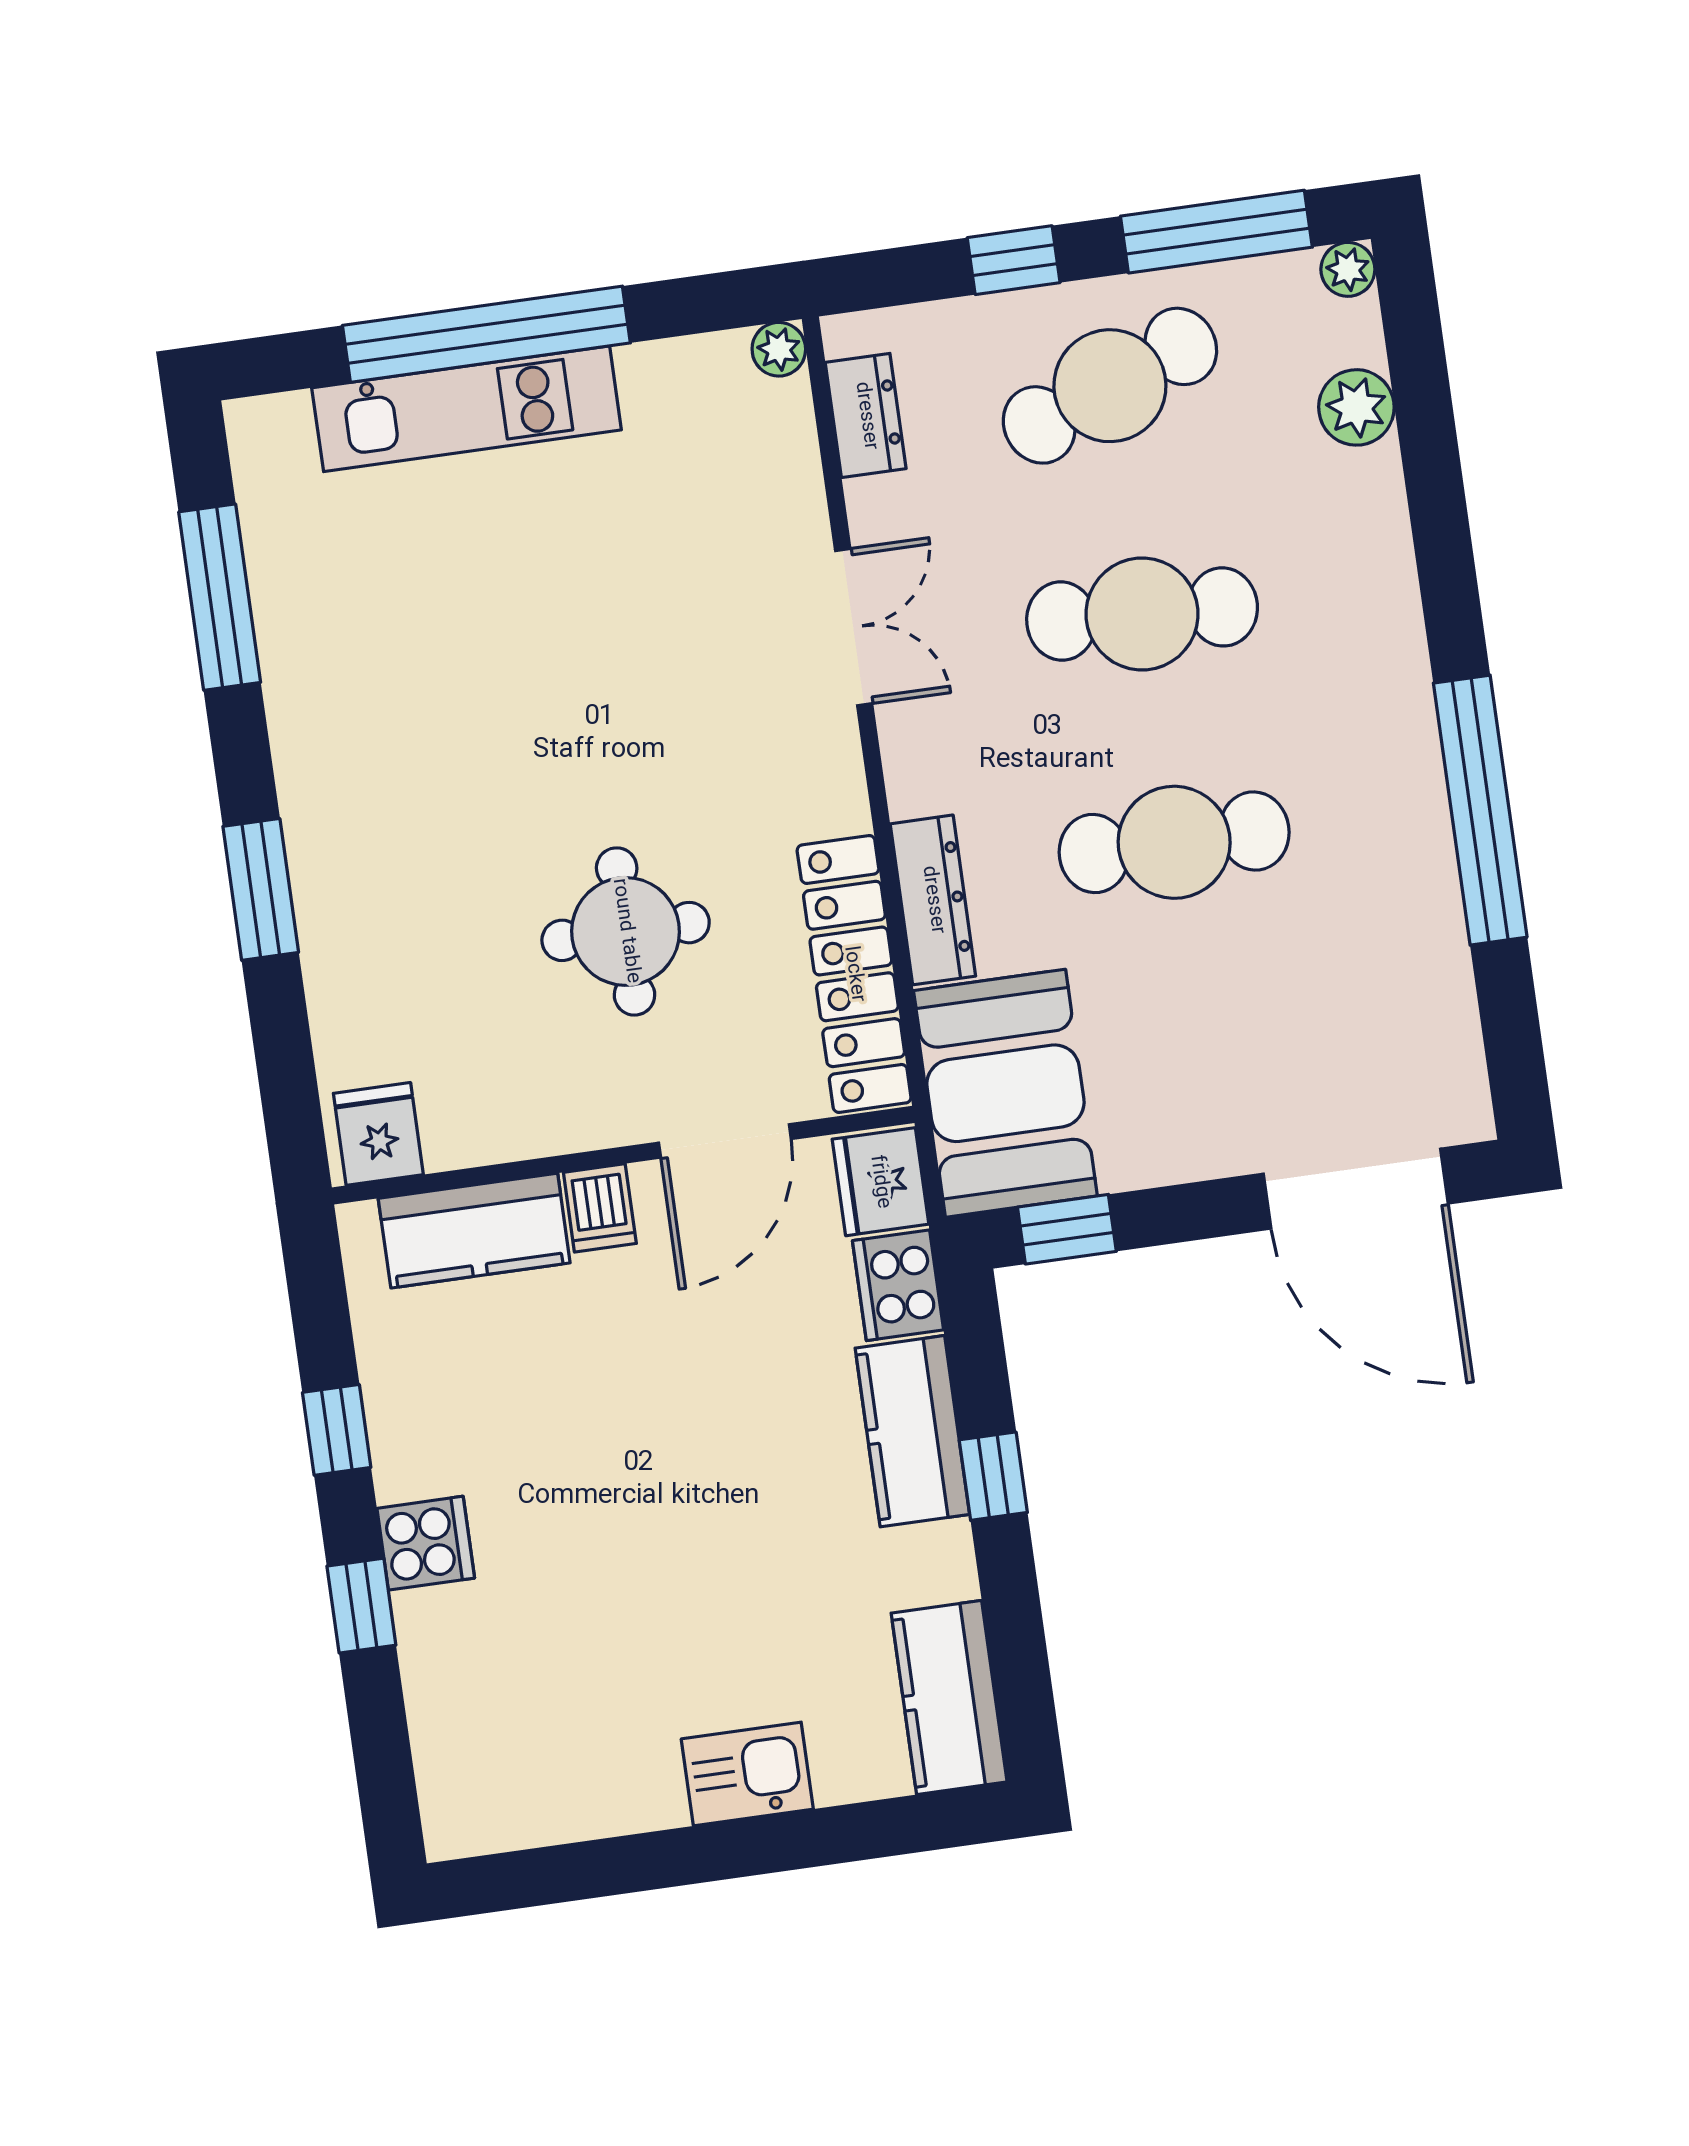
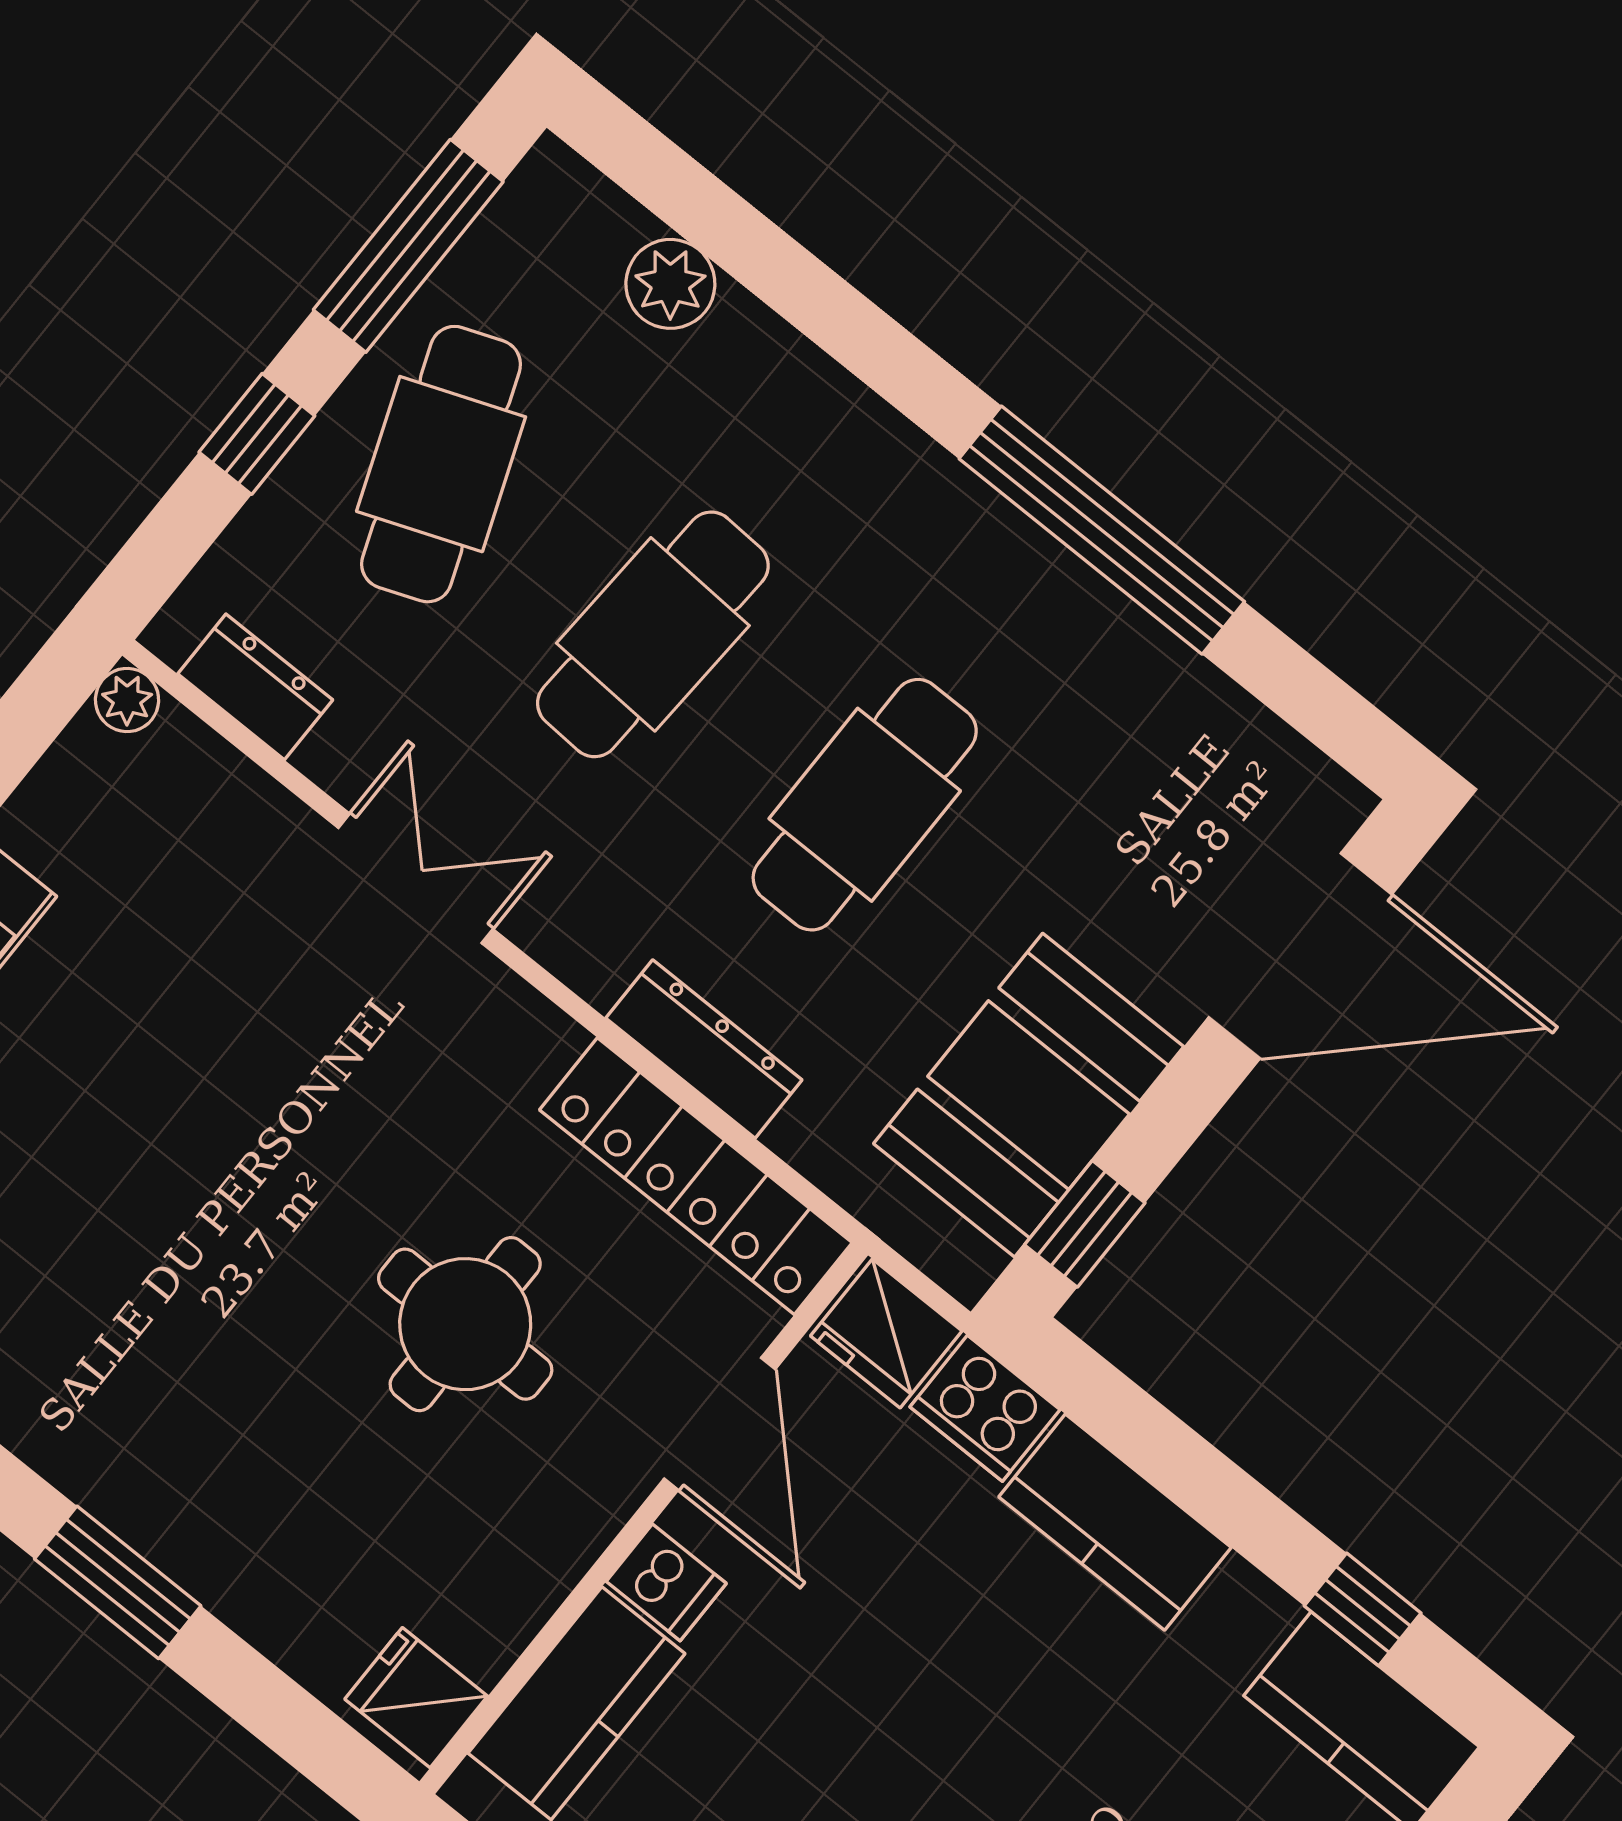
plant: (1348, 269) -> (552, 172), removed
booth: (1005, 1093) -> (1029, 1095), moved, turned 90
window: (993, 1476) -> (1363, 1609), moved

